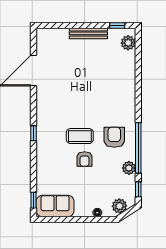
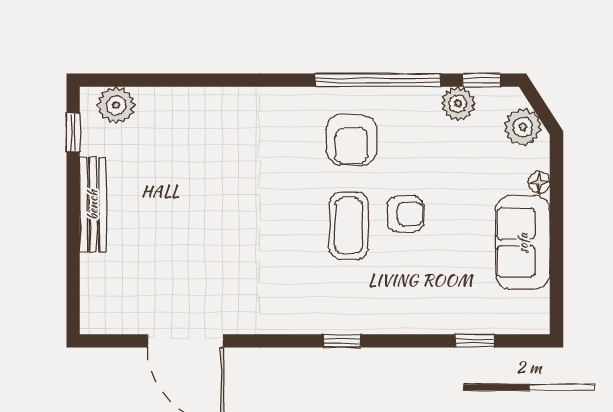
armchair: (114, 137) -> (351, 140), turned -90
plant: (129, 168) -> (458, 104), moved
window: (34, 200) -> (474, 341), moved
sofa: (55, 206) -> (523, 243), moved

